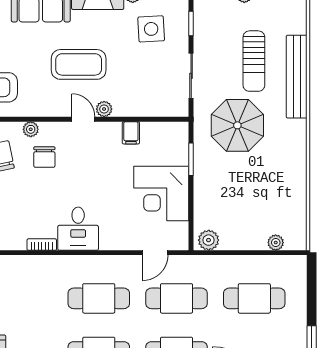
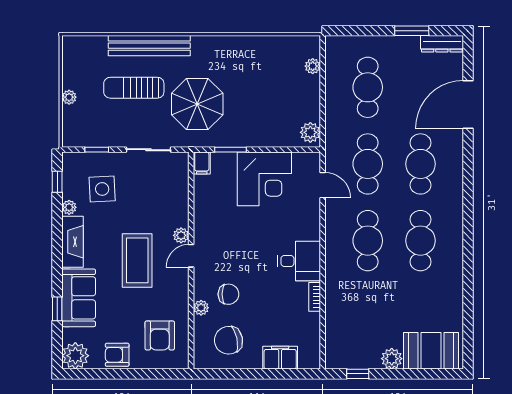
sun lounger: (254, 61) -> (134, 88), turned 180
filing cabinet: (131, 133) -> (202, 163), moved, turned 90

